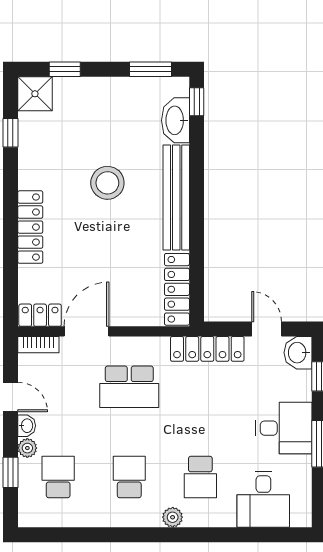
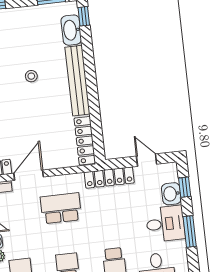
stool: (107, 183) -> (31, 76), width x0.53, depth x0.53
washbasin: (298, 353) -> (171, 194), moved
school desk: (129, 387) -> (61, 208), turned 180

